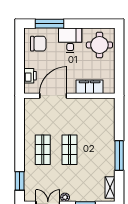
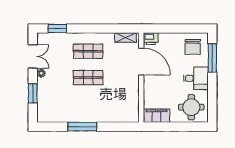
printer: (30, 76) -> (151, 39), moved
filing cabinet: (90, 87) -> (157, 116), moved, turned -90
shelving: (110, 187) -> (126, 38), moved

